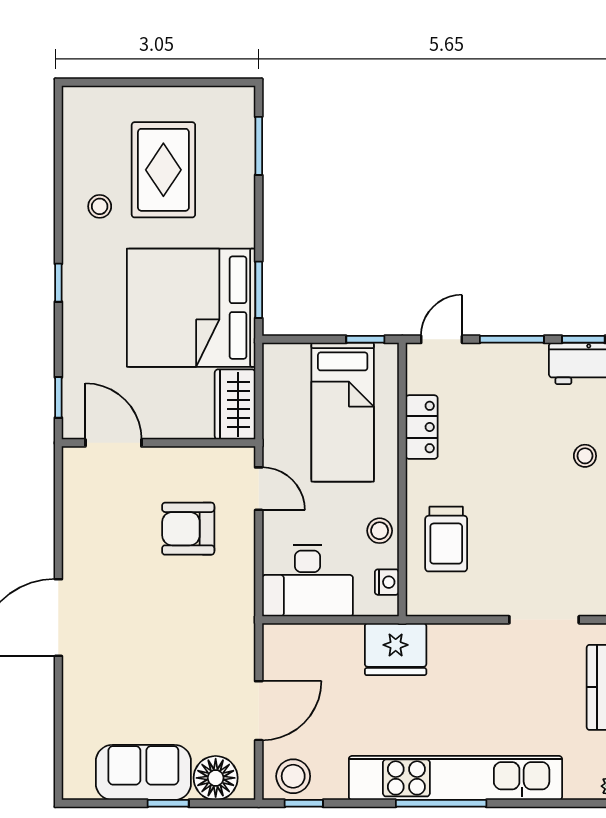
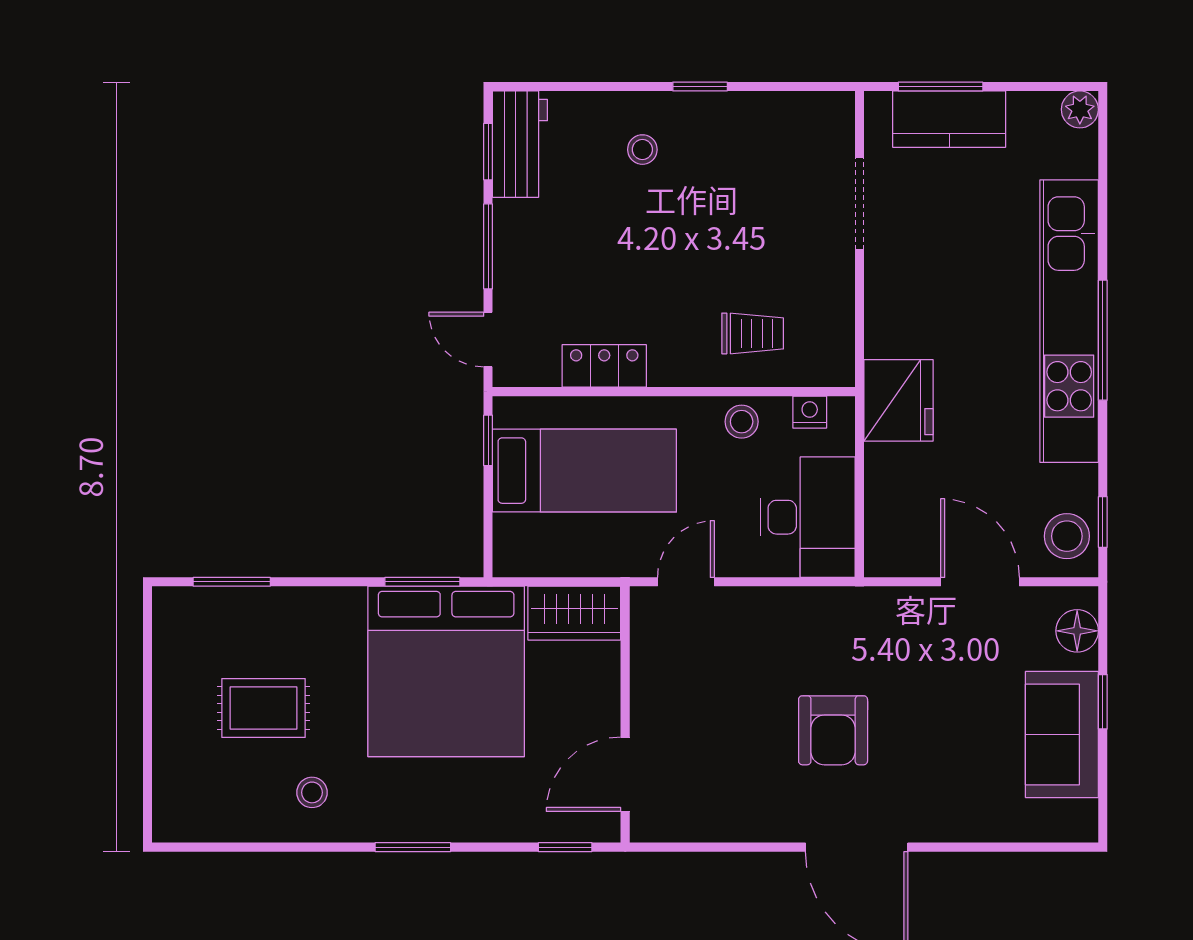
rug: (163, 170) -> (263, 708), width x0.73, depth x0.70
window: (58, 283) -> (413, 847), width x1.50
armchair: (188, 529) -> (833, 730), moved
trolley: (446, 539) -> (753, 333), width x0.73, depth x0.72
floor lamp: (216, 778) -> (1077, 631), width x0.73, depth x0.73

